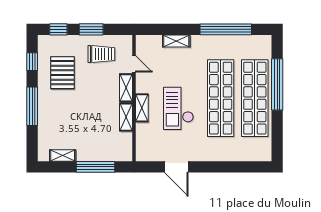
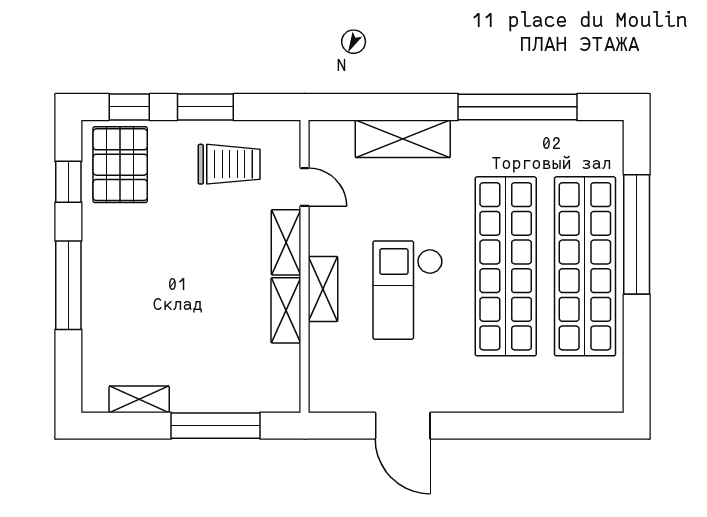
shelving: (176, 41) -> (403, 139), width x1.50, depth x1.33
pallet: (62, 73) -> (120, 165), moved

